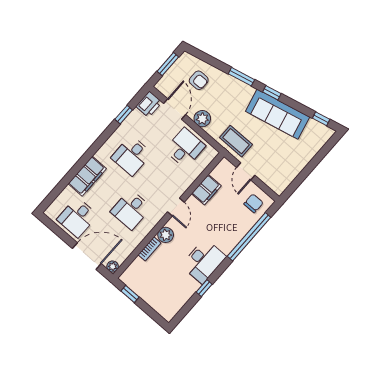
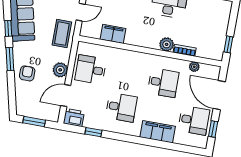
armchair: (199, 80) -> (27, 73), moved
door: (176, 207) -> (140, 49), removed
window: (58, 231) -> (213, 129), added
plant: (113, 266) -> (194, 67), moved

